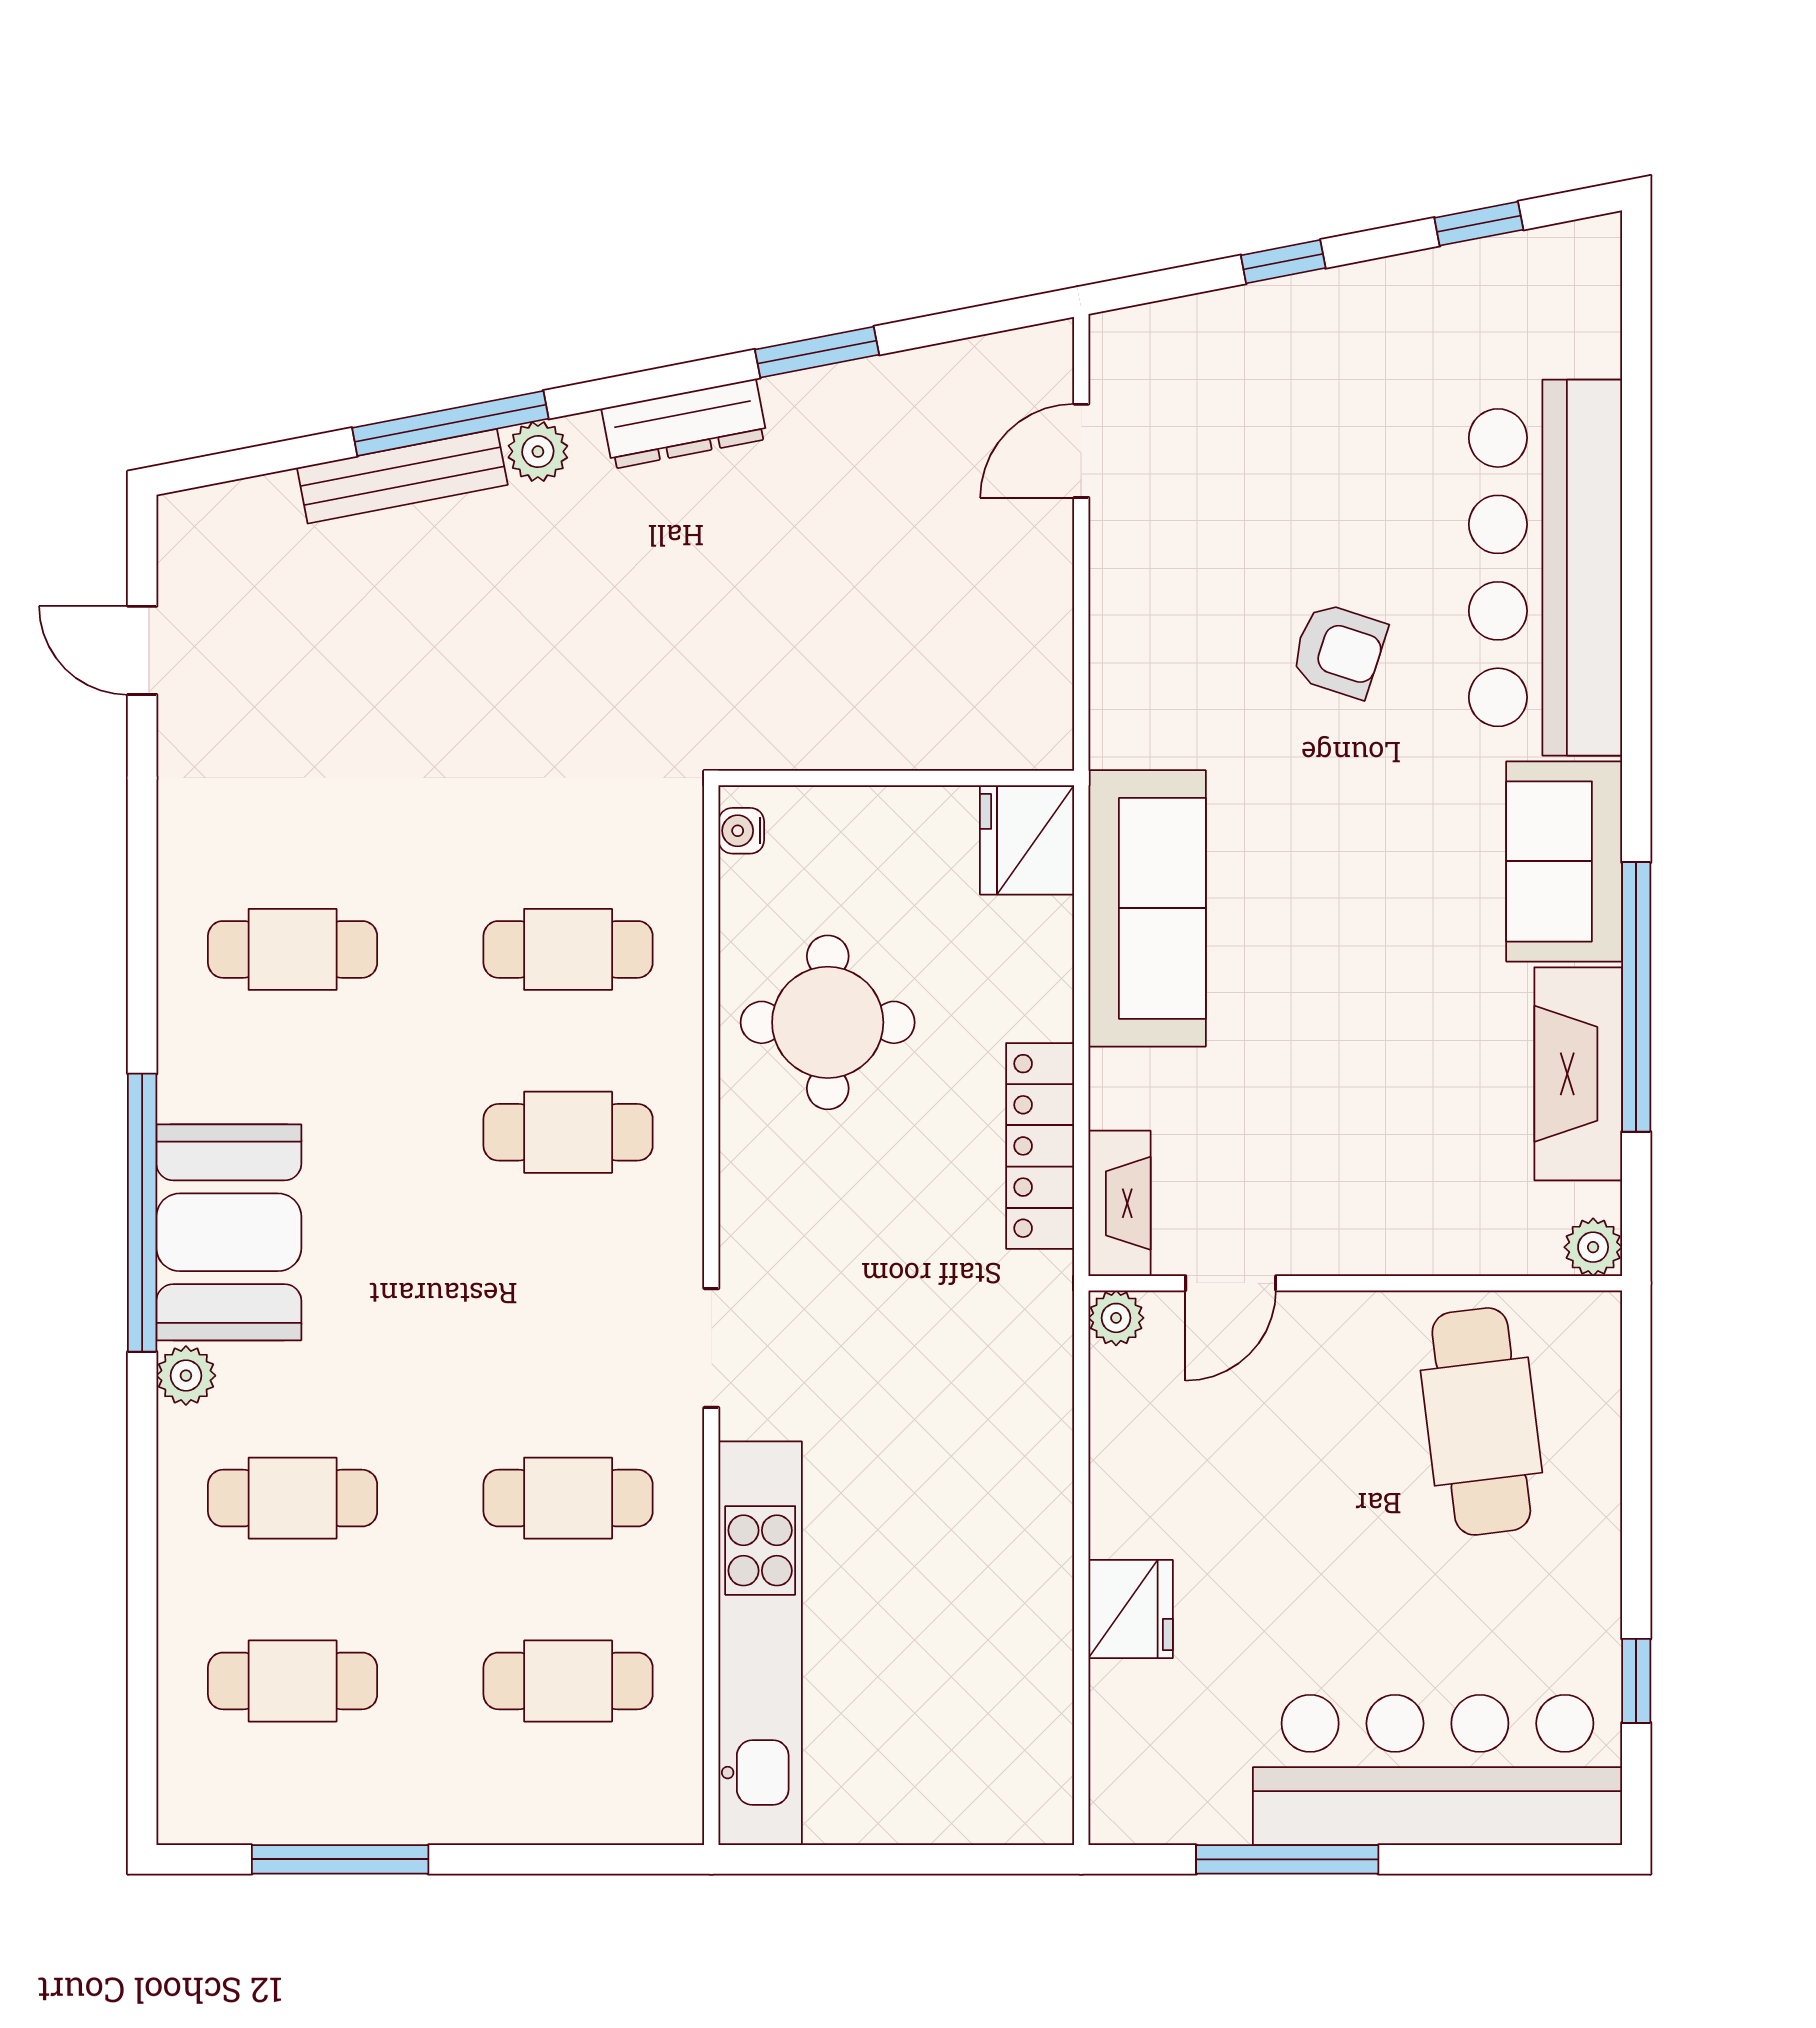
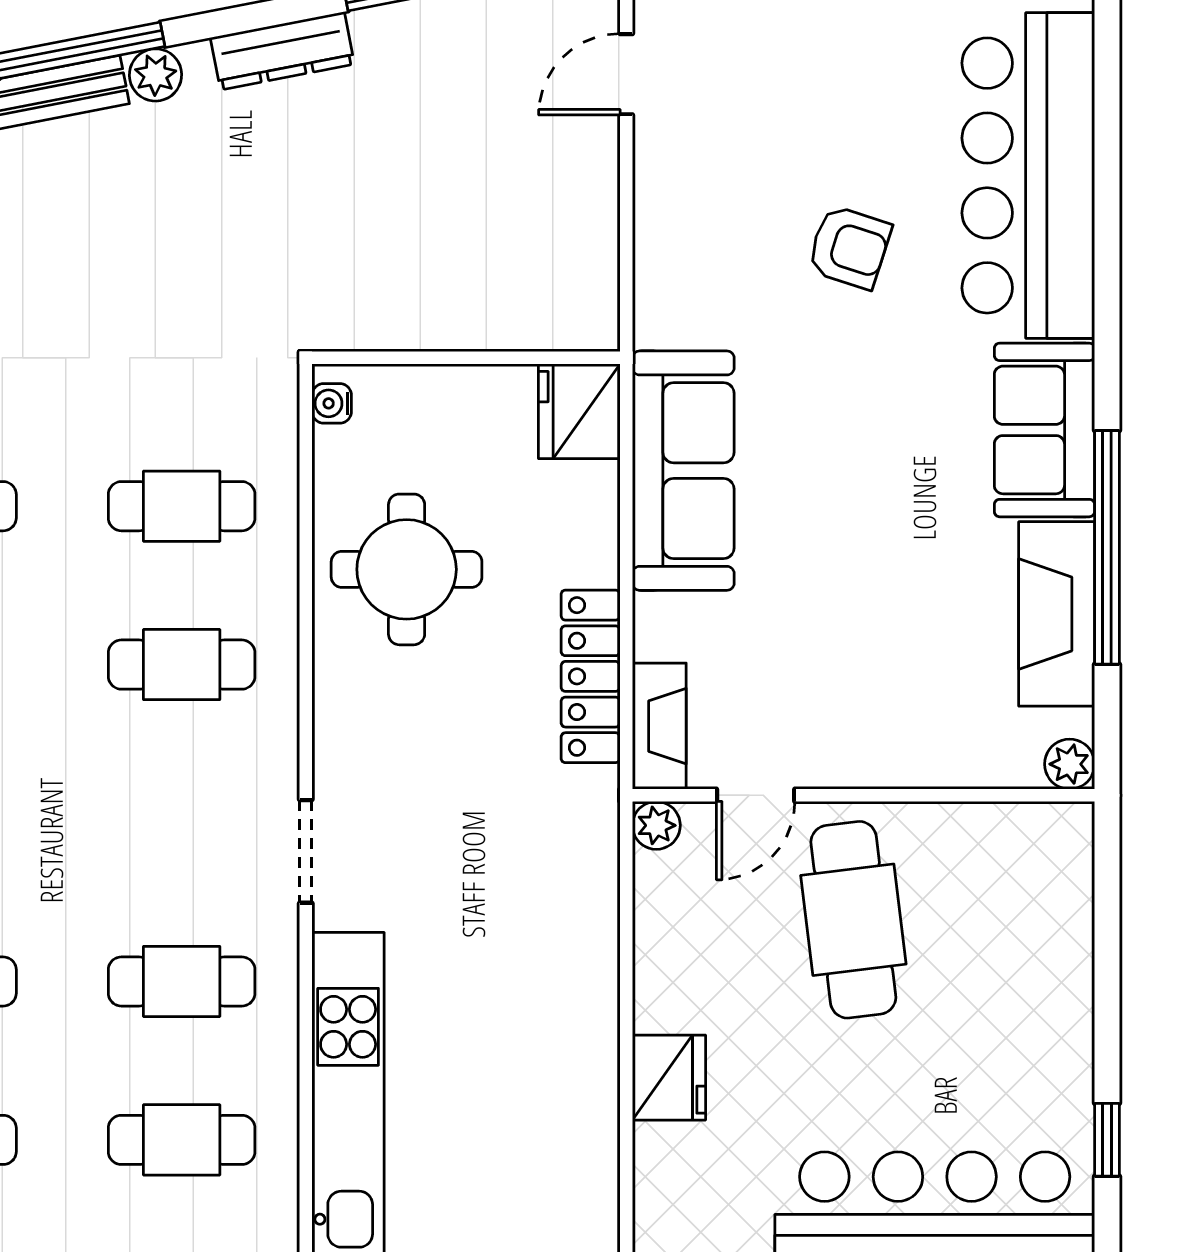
cafe table: (1481, 1421) -> (853, 920), moved

